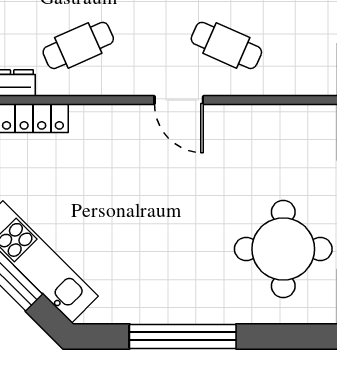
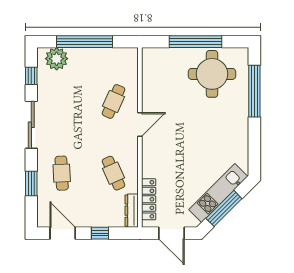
window: (183, 336) -> (254, 91), moved

